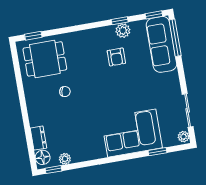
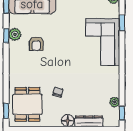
armchair: (116, 57) -> (36, 44), turned 90
dresser: (38, 138) -> (89, 121), width x1.44
floor lamp: (43, 157) -> (68, 121), moved

